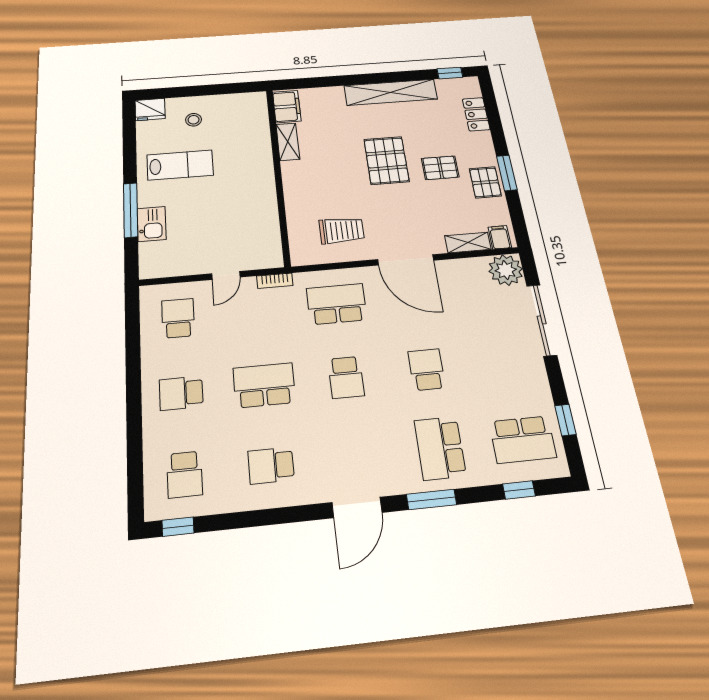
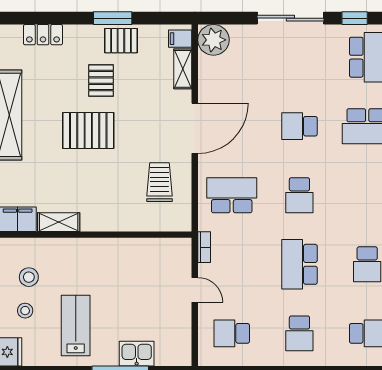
stool: (228, 120) -> (29, 277), added
school desk: (337, 304) -> (232, 195), turned 90
sliding door: (542, 320) -> (290, 18), moved
school desk: (346, 377) -> (299, 195), turned 90

